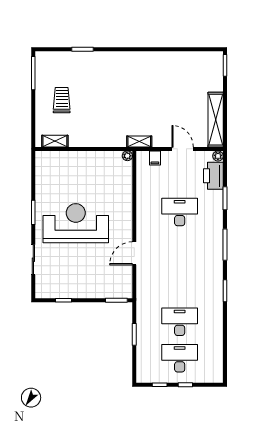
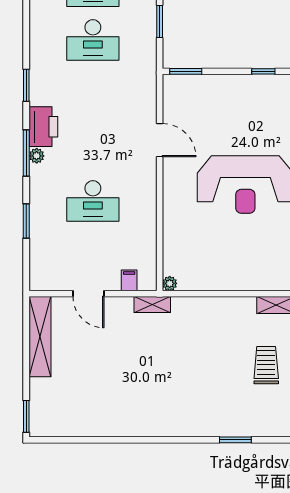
trolley: (62, 100) -> (266, 365), turned 180
plant: (218, 156) -> (37, 156), moved
printer: (213, 176) -> (43, 127), moved
door: (134, 253) -> (160, 140), hinge flipped

